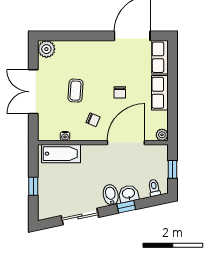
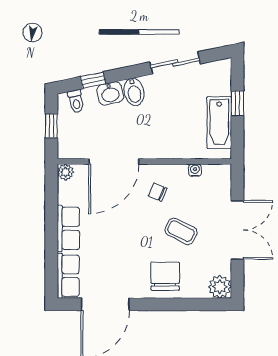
coffee table: (76, 91) -> (181, 231), turned -67
chair: (120, 92) -> (165, 276), moved, width x1.87, depth x1.87
bathtub: (61, 154) -> (219, 123), moved, turned -90
window: (126, 207) -> (93, 80), moved

